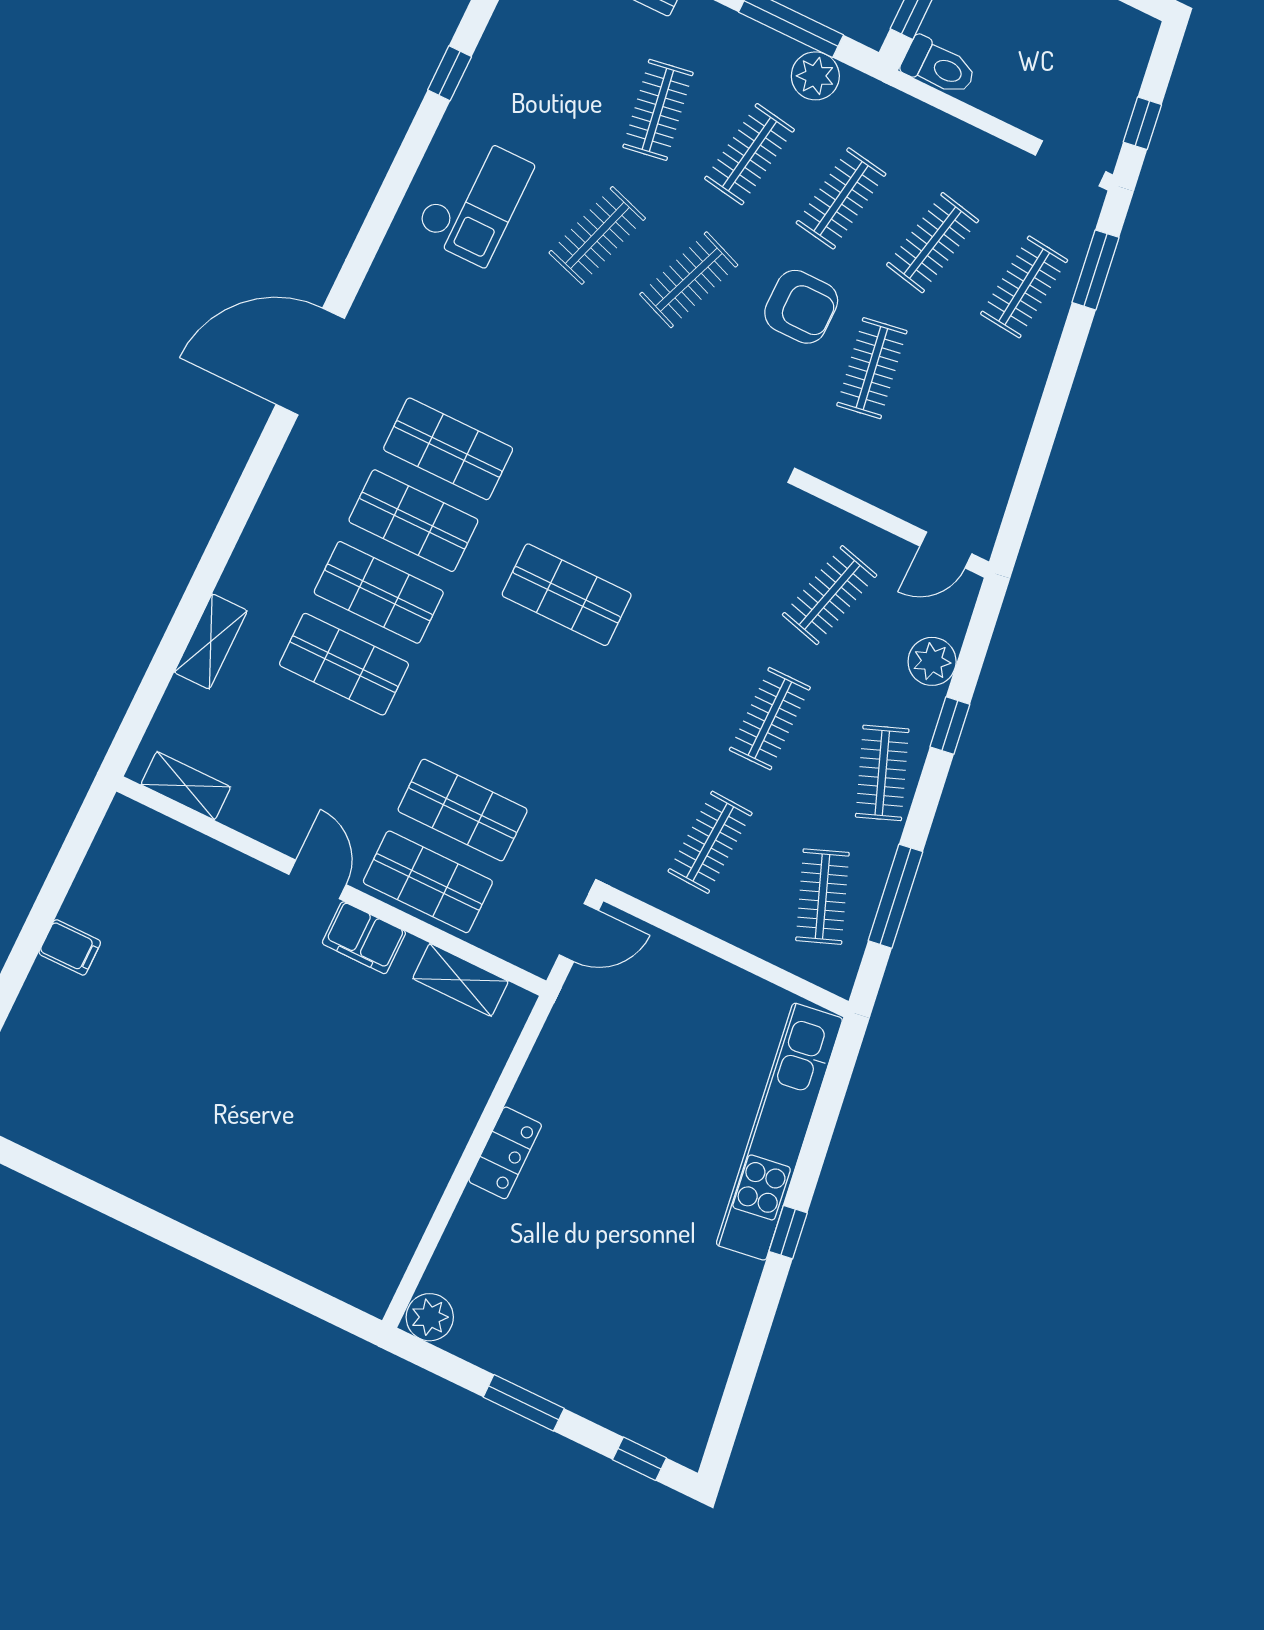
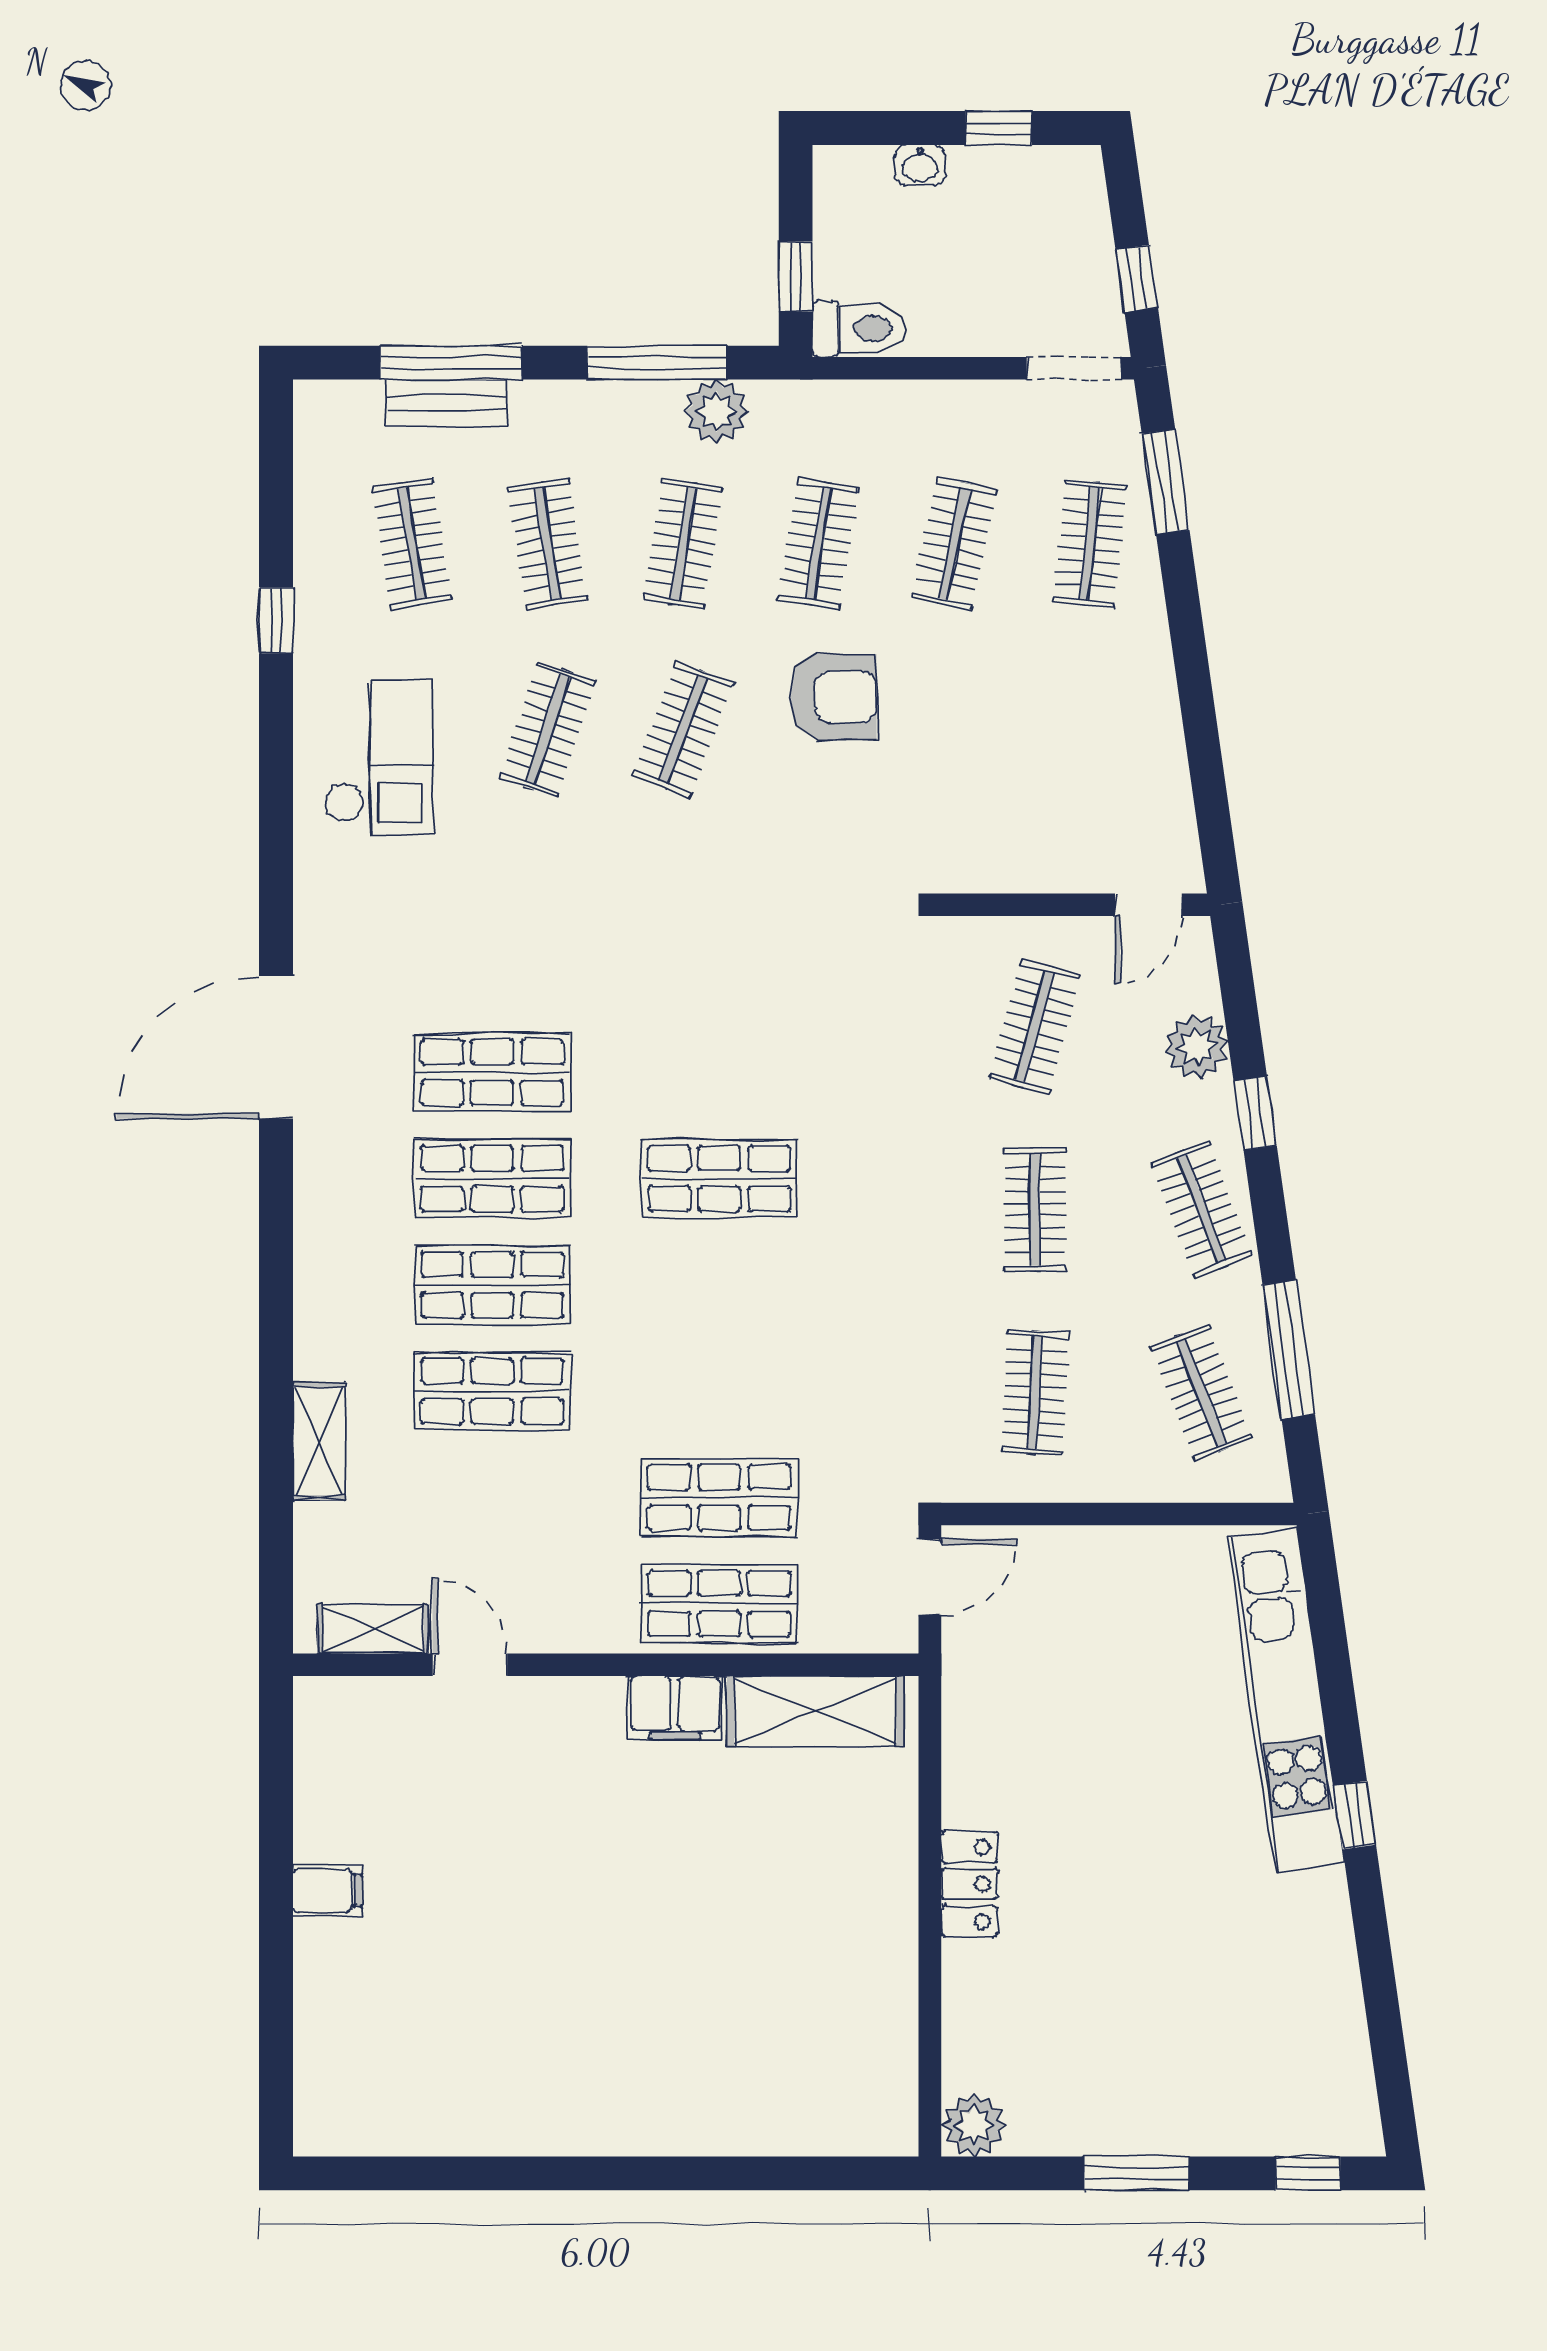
clothes rail: (872, 368) -> (412, 544), moved
door: (318, 879) -> (470, 1665), moved
shelving: (460, 980) -> (815, 1711), width x1.50, depth x1.33

